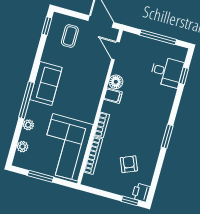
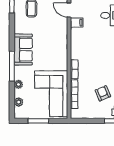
floor lamp: (116, 82) -> (76, 34), removed
filing cabinet: (113, 96) -> (77, 23), moved

